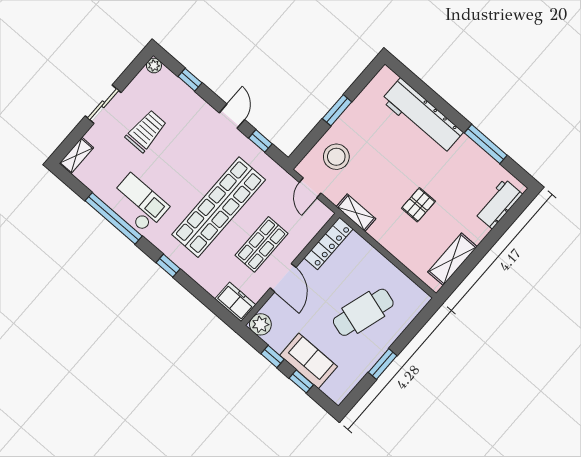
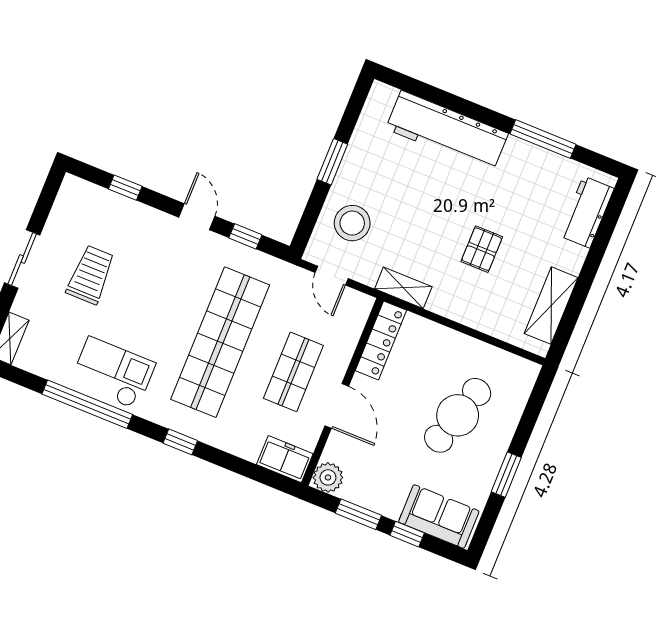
plant: (154, 66) -> (72, 185), removed
window: (273, 357) -> (358, 514), width x1.50
sofa: (309, 361) -> (439, 516), moved

